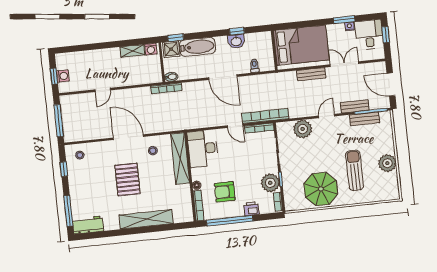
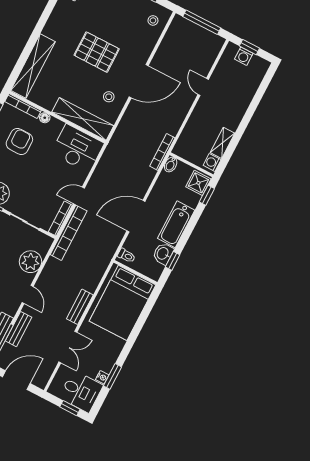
bed: (301, 45) -> (123, 303), moved
bathtub: (198, 47) -> (176, 224), moved
wall: (274, 50) -> (135, 272), moved
shelving: (146, 219) -> (33, 66), moved

